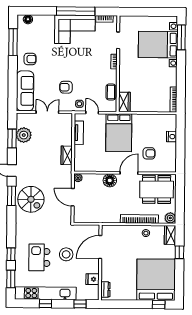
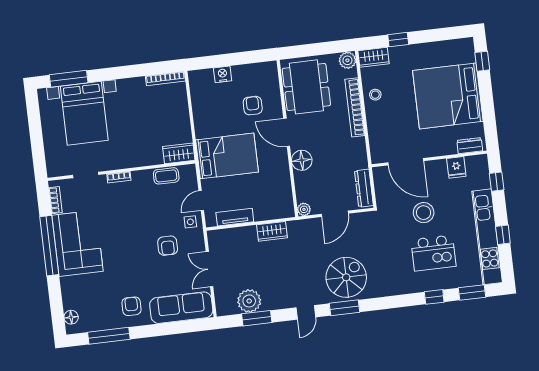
dresser: (87, 218) -> (364, 188), added
bed: (156, 280) -> (448, 96), moved

